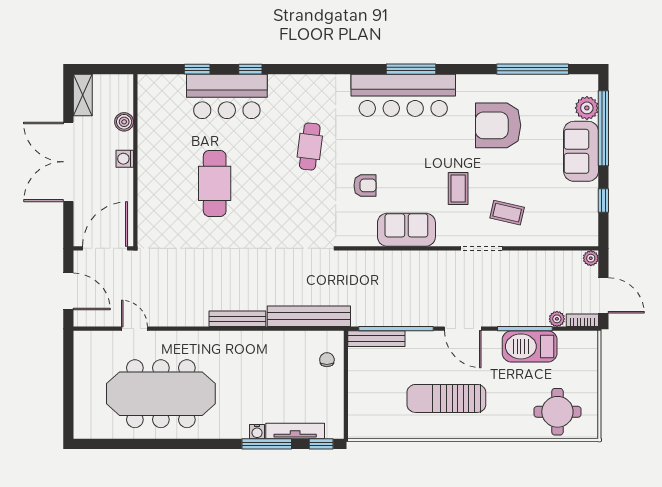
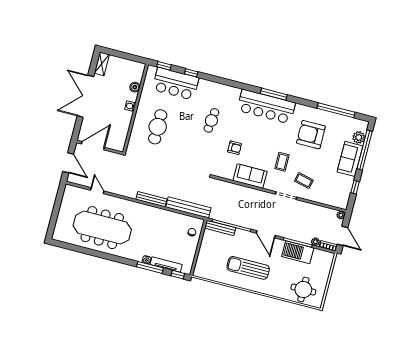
boiler: (124, 122) -> (135, 87), moved
washing machine: (125, 159) -> (130, 106), moved
wall: (135, 160) -> (136, 108), moved

